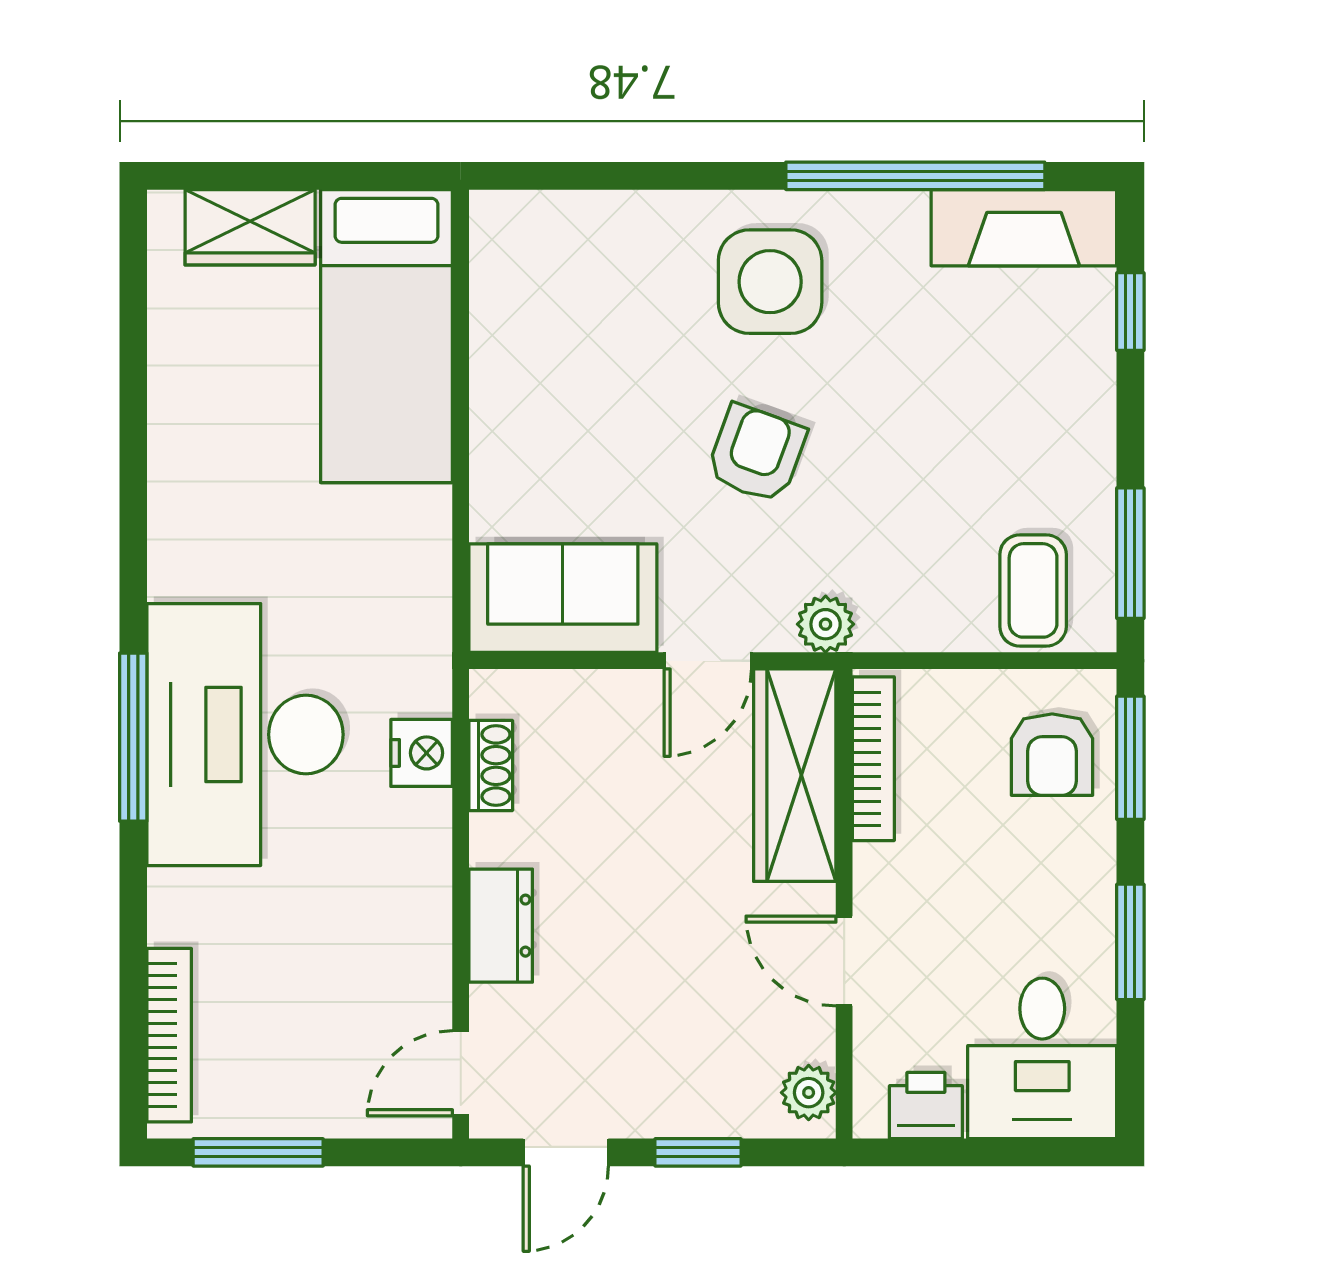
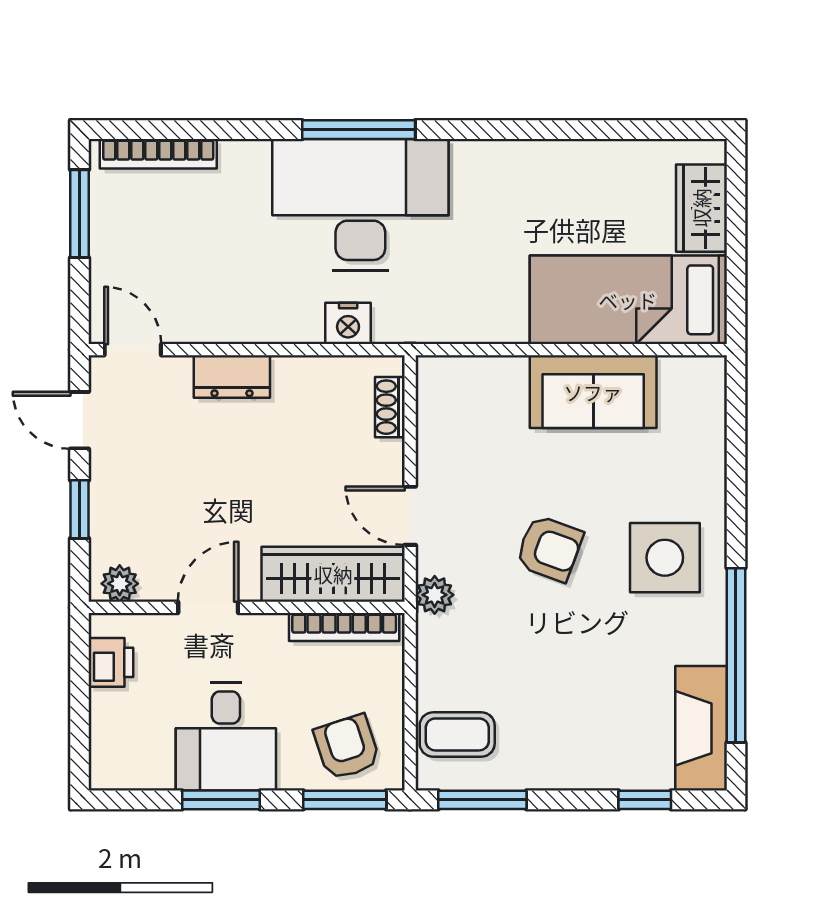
sofa: (563, 598) -> (593, 392), moved, turned 90
armchair: (1052, 755) -> (347, 747), turned 72
shoe rack: (491, 765) -> (390, 407), moved, turned 90
desk: (1042, 1058) -> (226, 737), moved, turned -90

